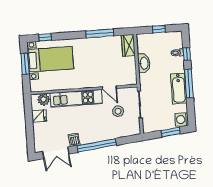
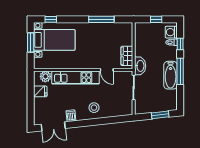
wardrobe: (128, 45) -> (127, 56), moved
washbasin: (144, 63) -> (140, 66), moved
stool: (118, 111) -> (94, 108), moved
washing machine: (182, 119) -> (171, 32), moved
window: (97, 145) -> (91, 122), removed

